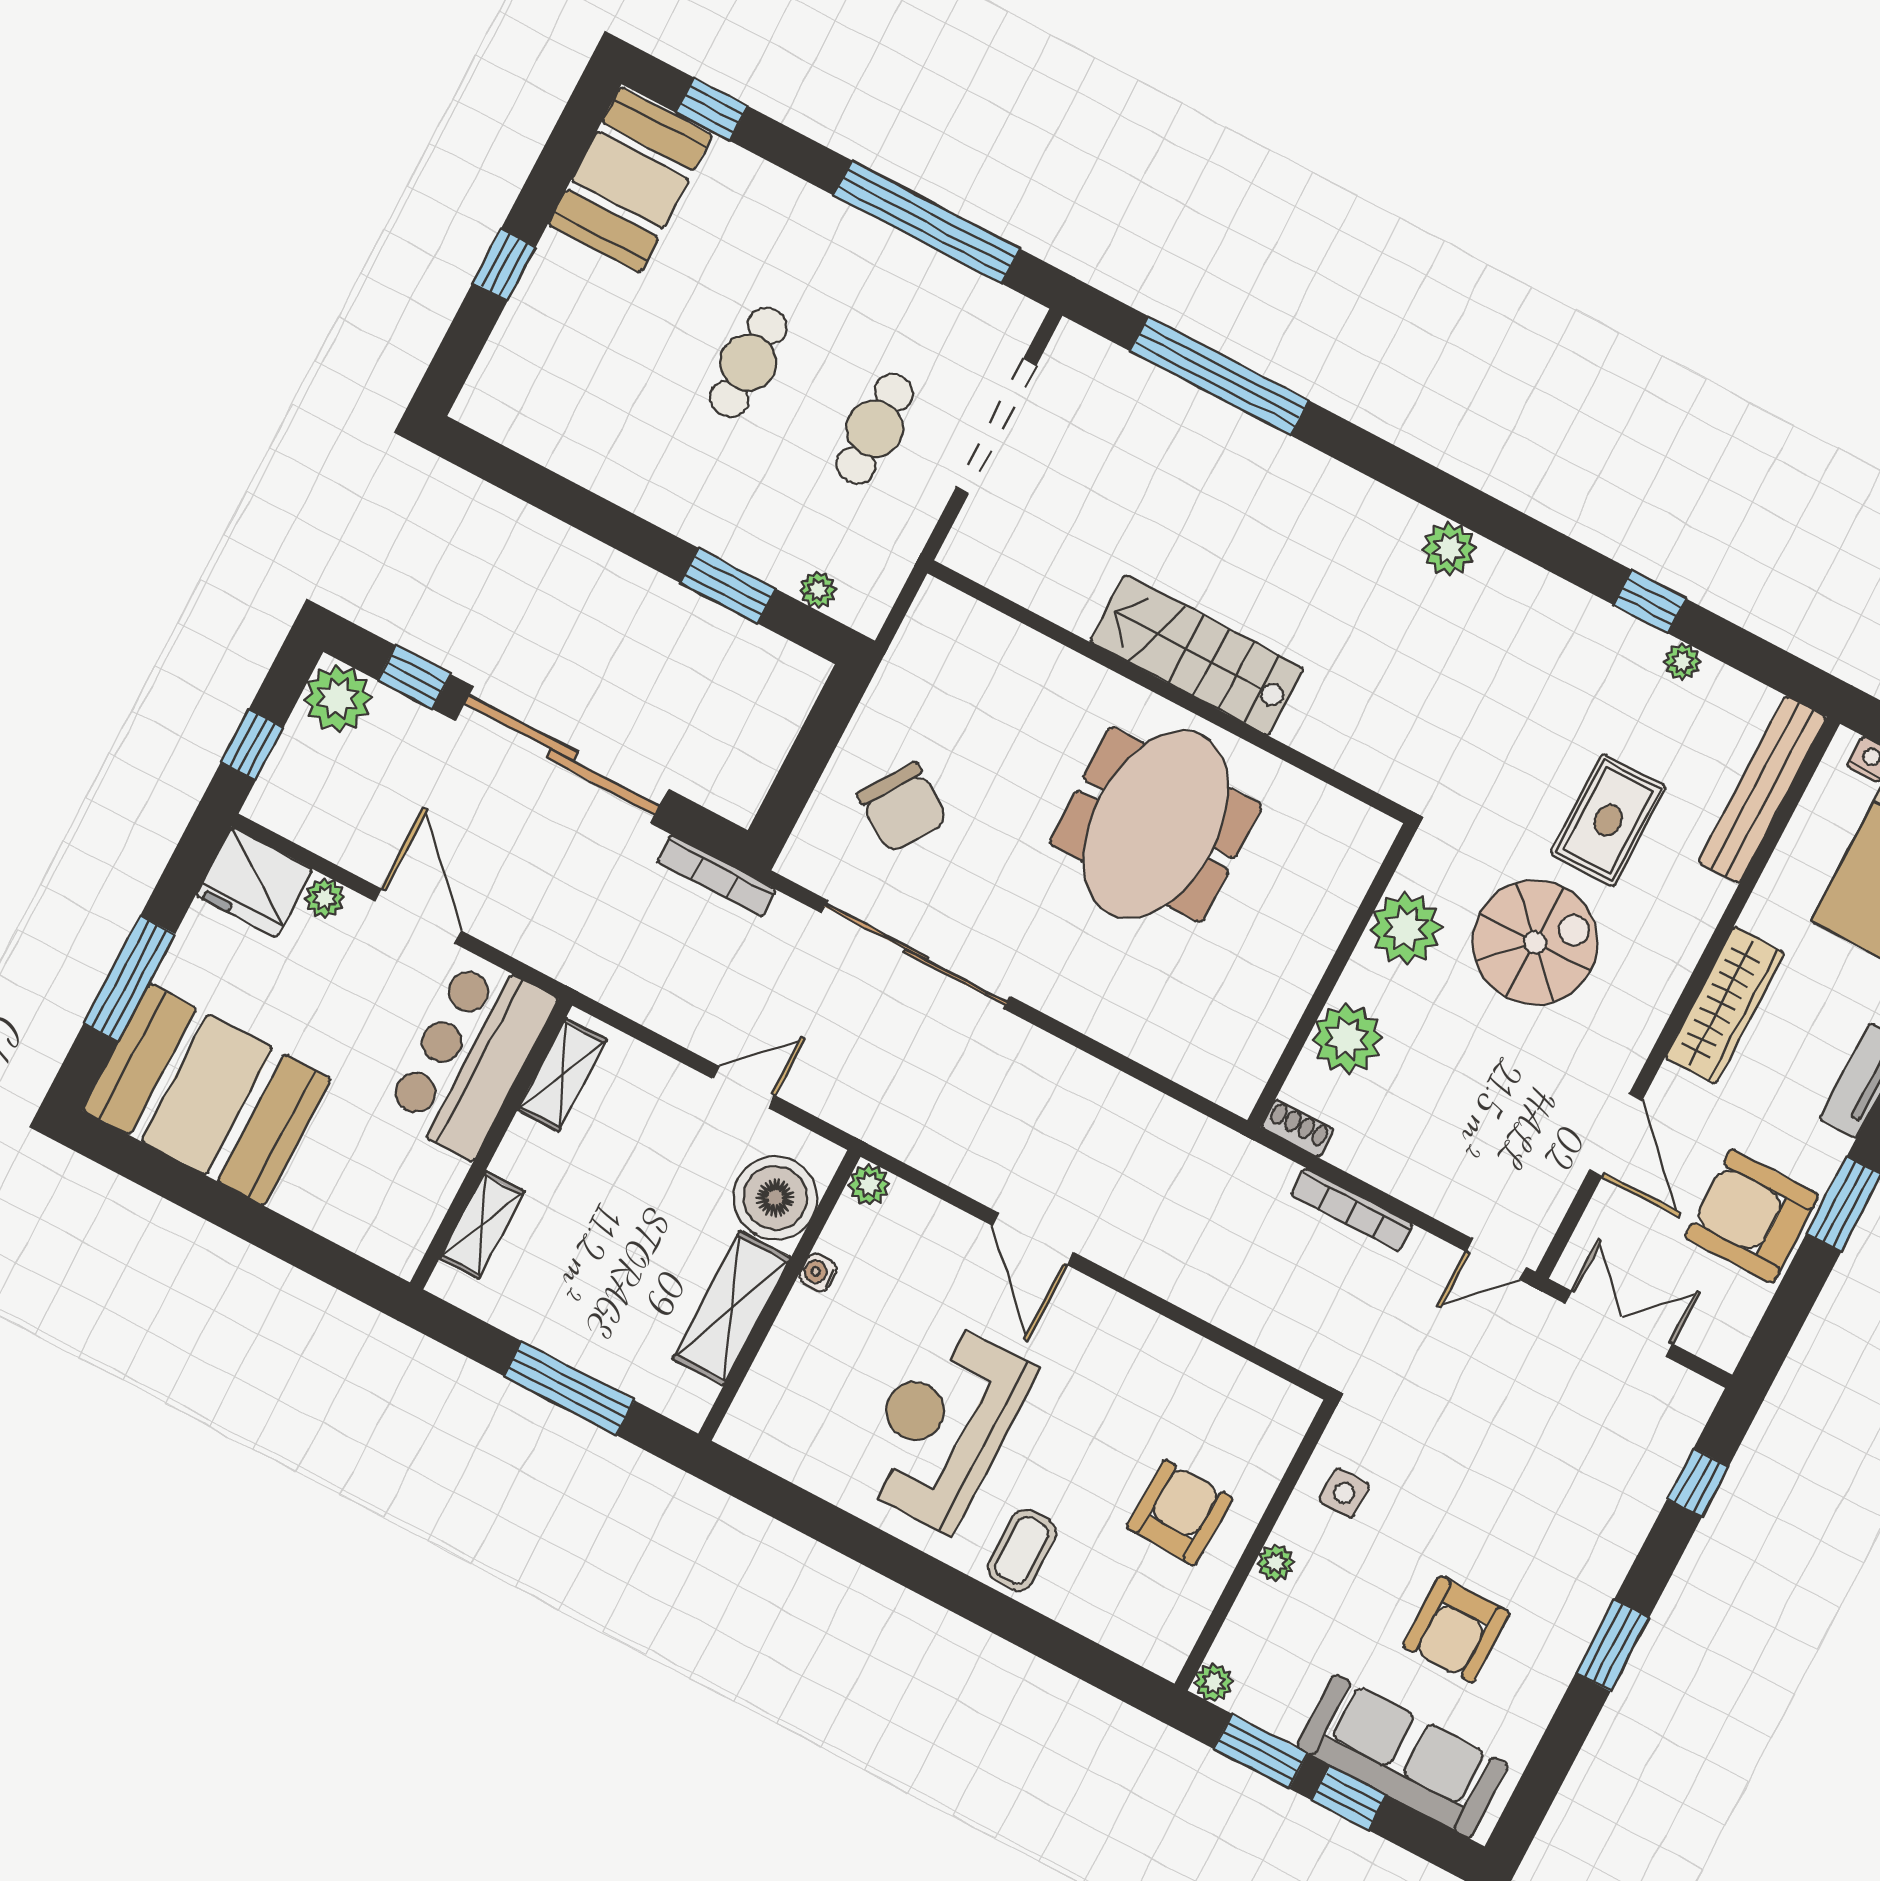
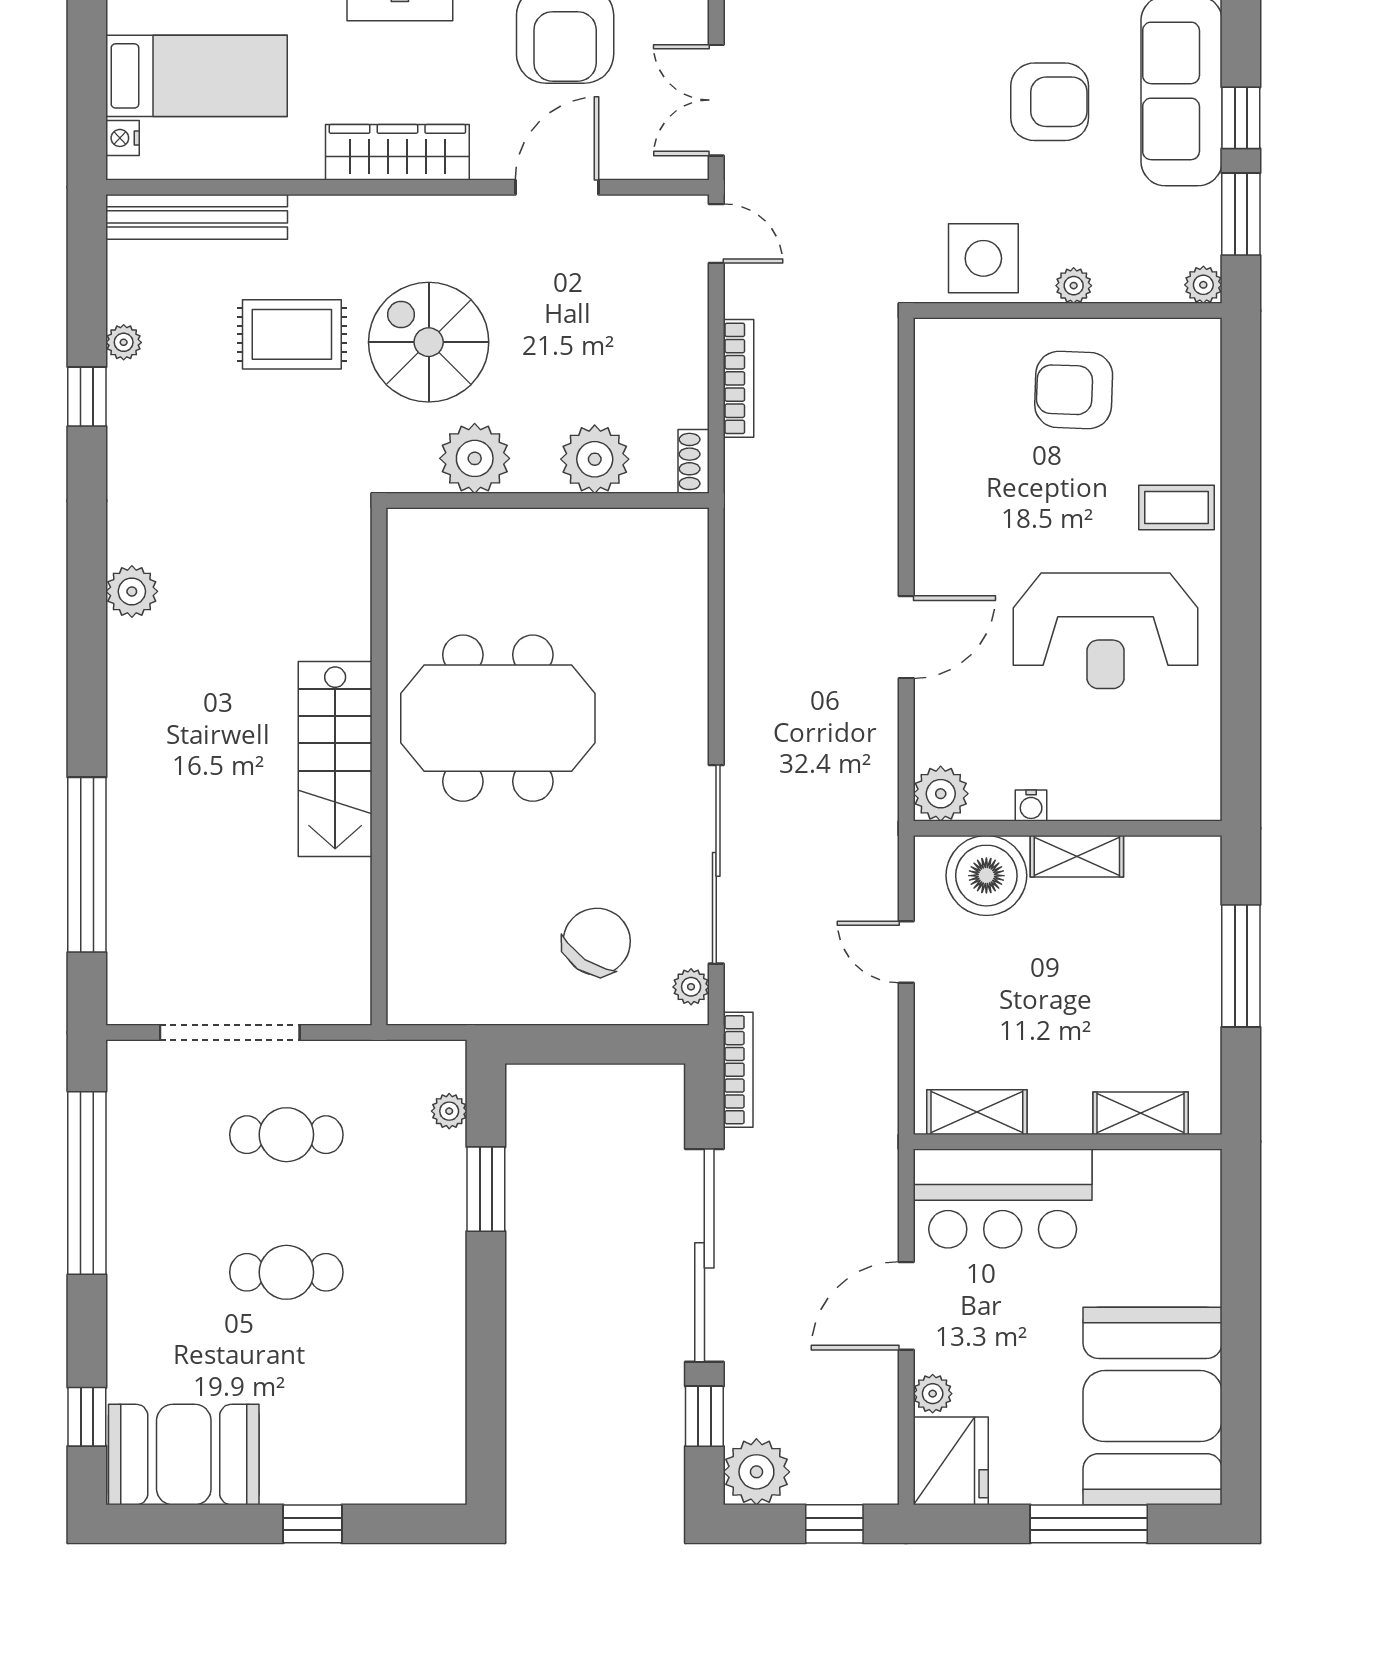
plant: (815, 872) -> (691, 987), added
plant: (869, 1185) -> (941, 794), width x1.38, depth x1.38
shelving: (732, 1308) -> (1077, 856), width x0.67, depth x0.75
side table: (1344, 1493) -> (983, 258), width x1.87, depth x1.87

